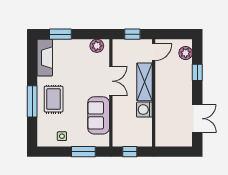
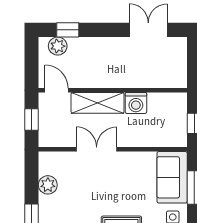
plant: (97, 46) -> (48, 185), moved
window: (197, 72) -> (68, 30), moved
sofa: (99, 115) -> (172, 177), moved, turned 90

